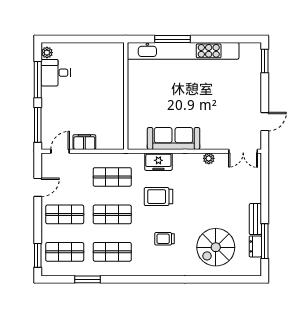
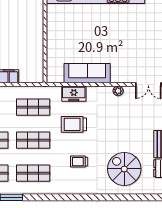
spiral stairs: (216, 247) -> (124, 169), turned 90

